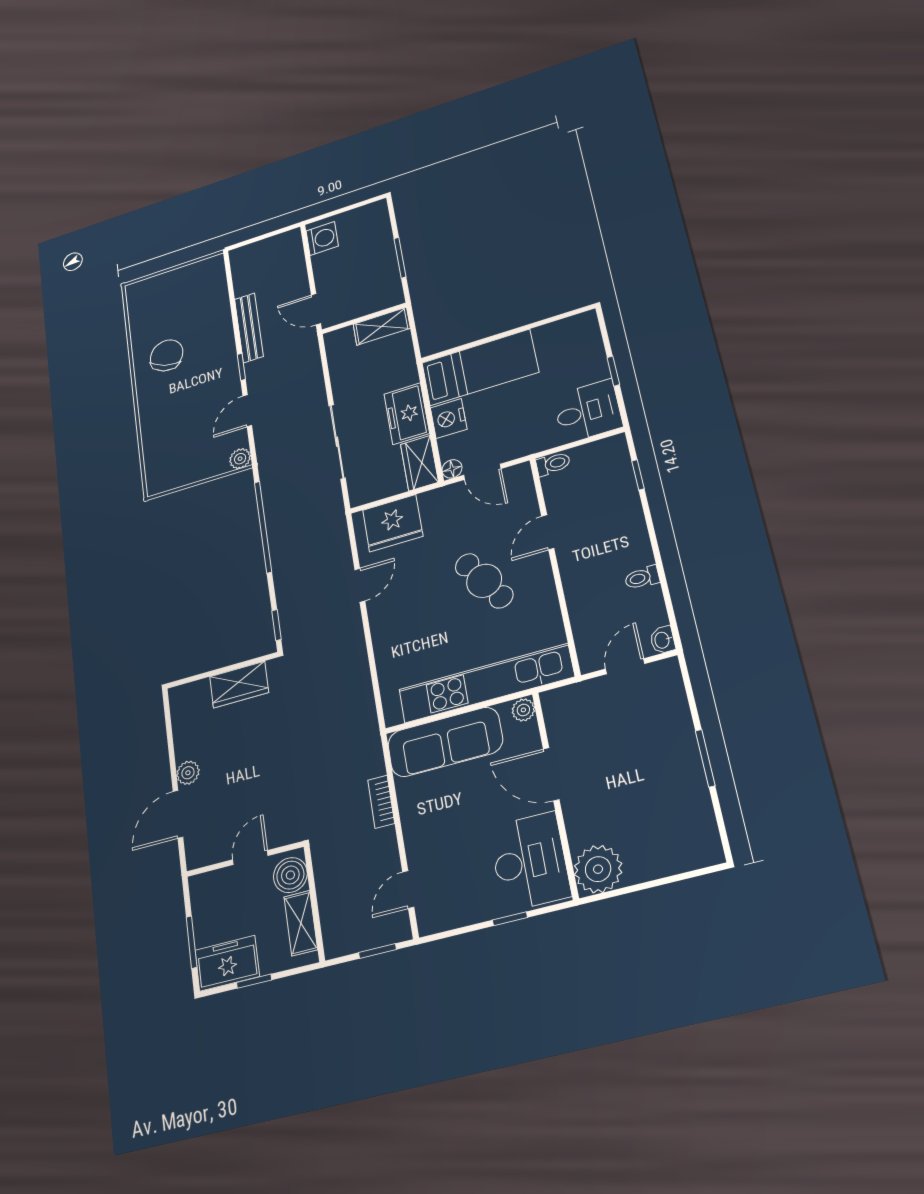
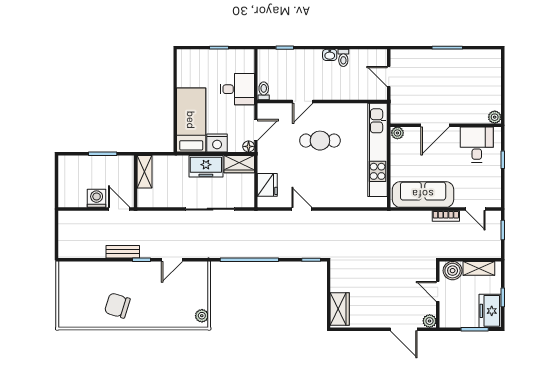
washing machine: (322, 238) -> (97, 198), moved
door: (316, 309) -> (119, 209), swing flipped
bench: (249, 328) -> (123, 252), width x0.73
door: (247, 411) -> (172, 260), hinge flipped
desk: (588, 411) -> (237, 89), moved, turned 90
plant: (240, 459) -> (202, 316), moved
fridge: (393, 523) -> (267, 185), width x0.73, depth x0.75
door: (548, 532) -> (303, 101), hinge flipped
cafe table: (484, 581) -> (320, 141), turned 32
washbasin: (663, 640) -> (330, 55), moved
wardrobe: (239, 685) -> (340, 309), moved
sofa: (445, 742) -> (423, 194), moved, turned -90
plant: (188, 773) -> (430, 321), moved
bookcase: (381, 802) -> (446, 216), moved
desk: (530, 862) -> (477, 145), width x0.73
plant: (598, 869) -> (495, 117), width x0.53, depth x0.53

